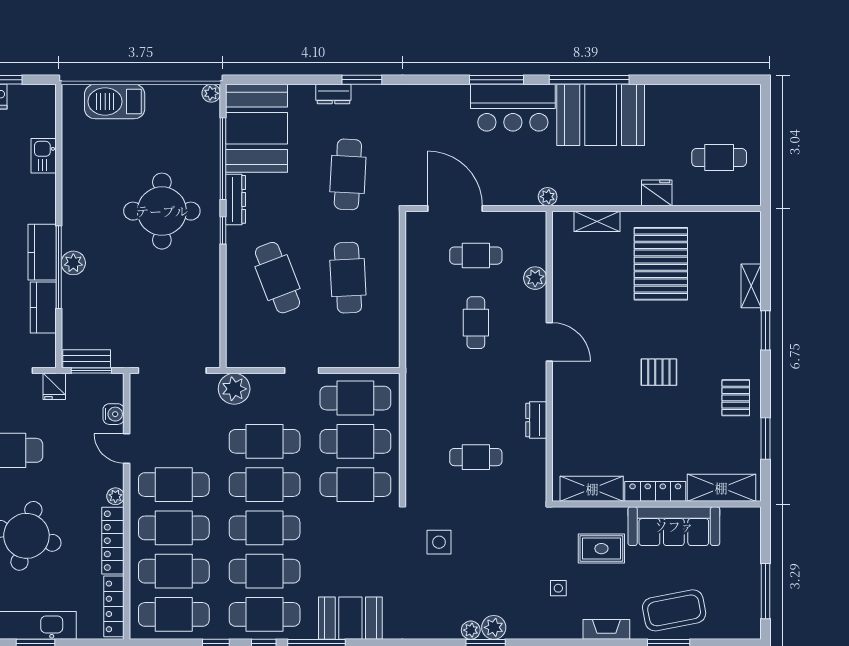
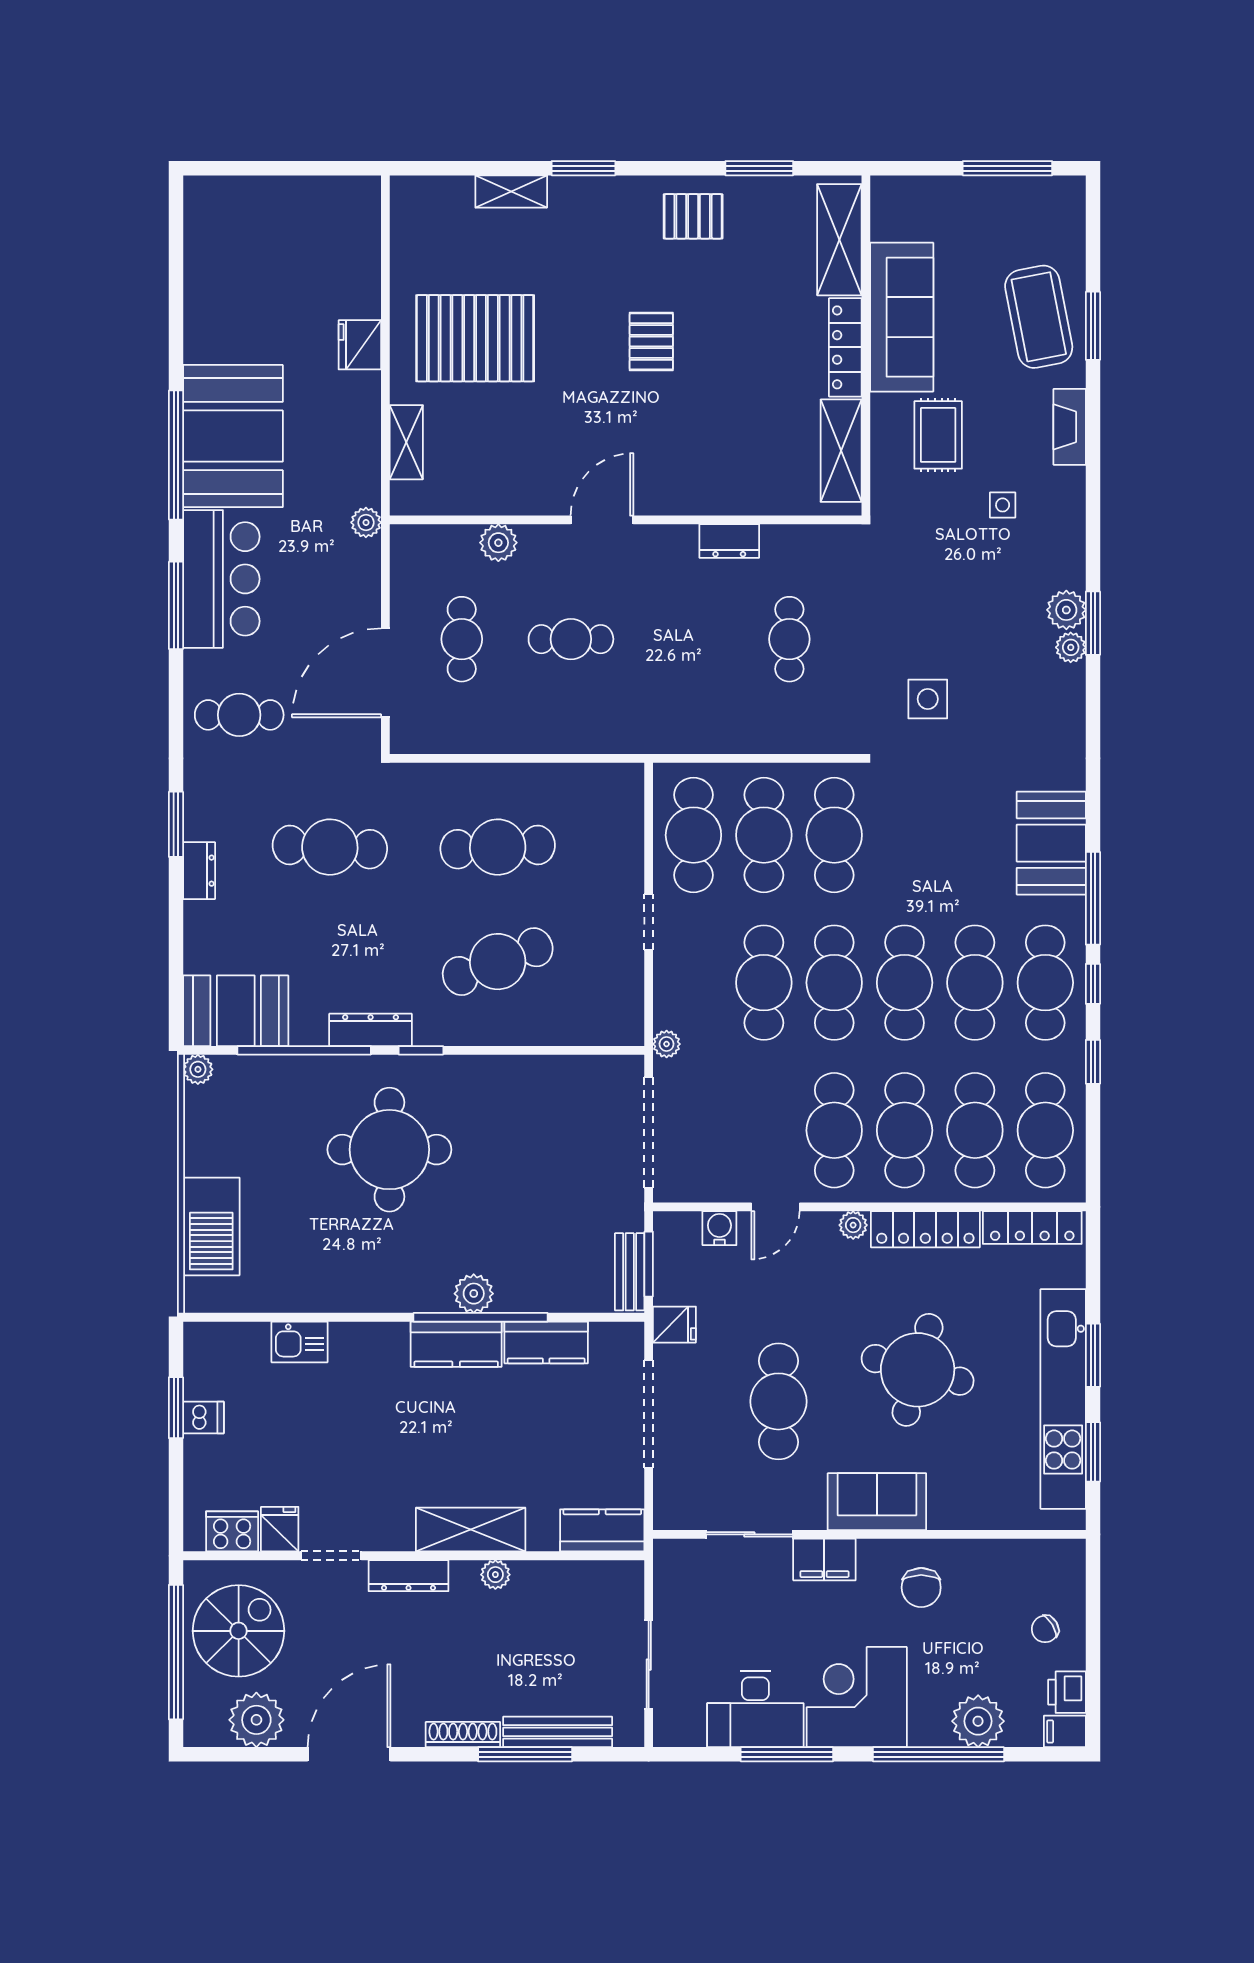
booth: (256, 128) -> (236, 1011), width x0.73, depth x0.70
cafe table: (719, 158) -> (239, 715), moved, turned 90
plant: (234, 389) -> (667, 1044), width x0.53, depth x0.53

